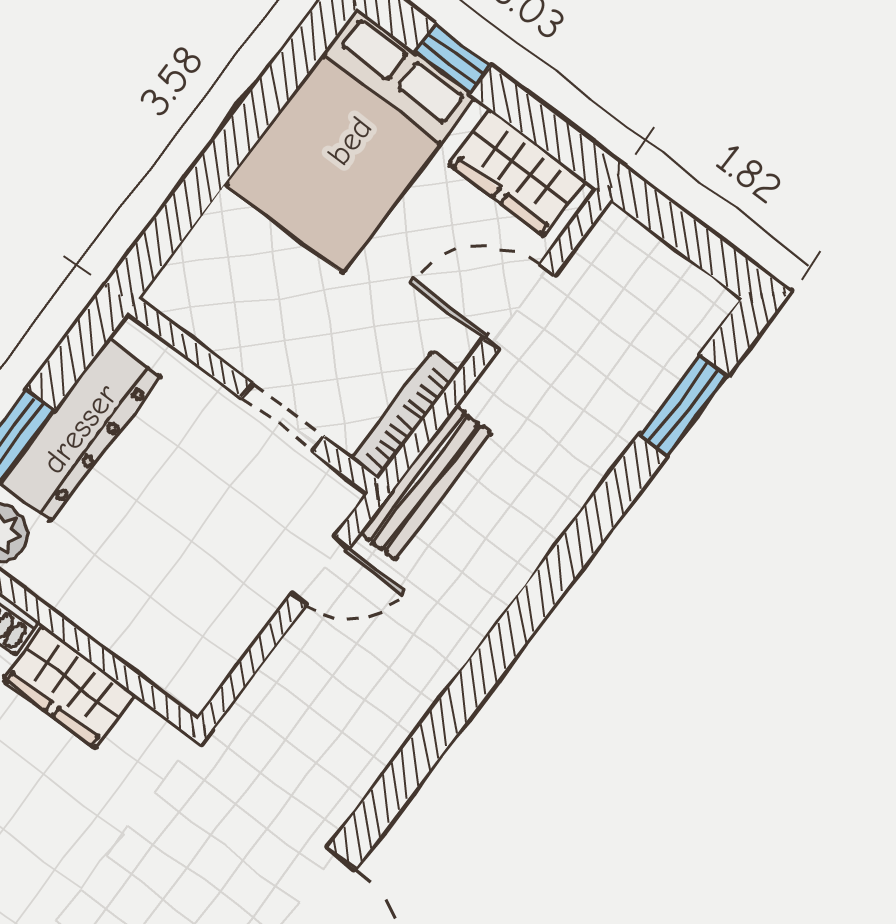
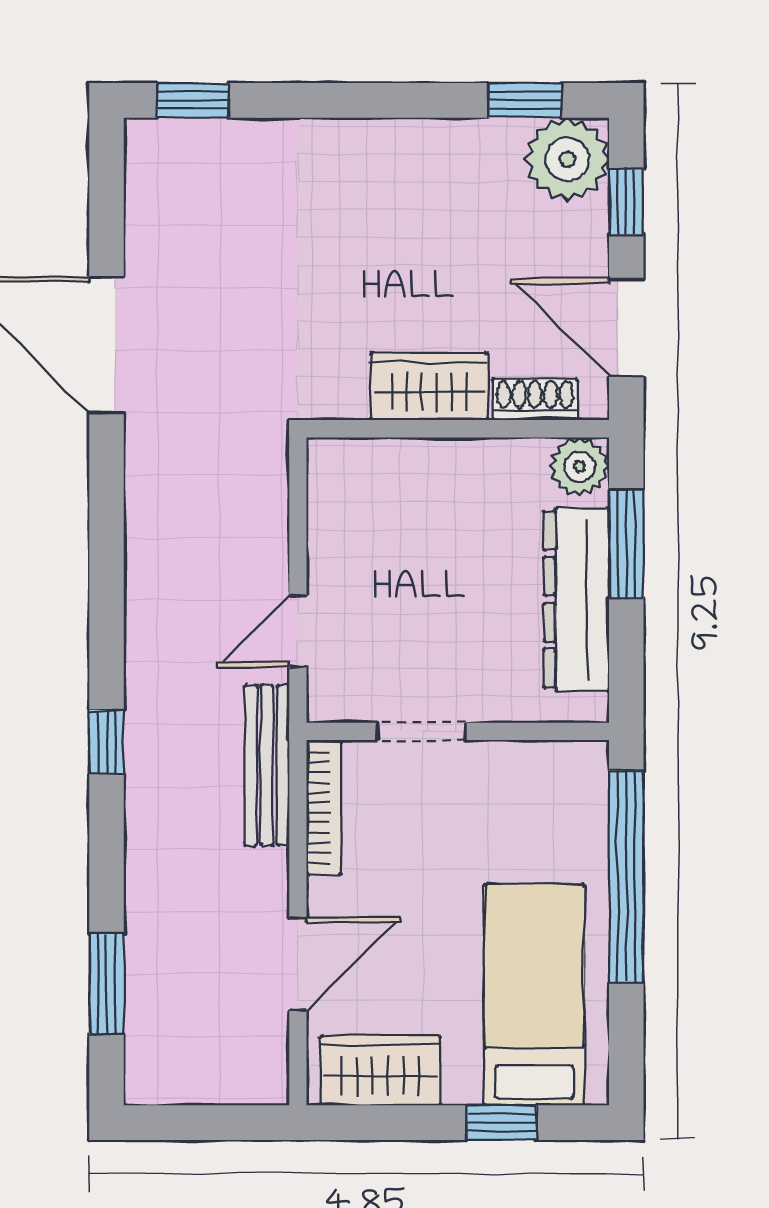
bed: (350, 141) -> (534, 995), width x0.67
window: (206, 180) -> (626, 877), added
window: (538, 597) -> (107, 742), added

